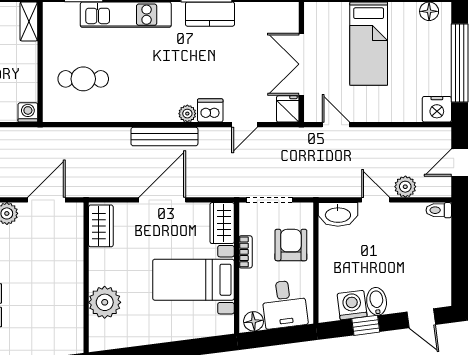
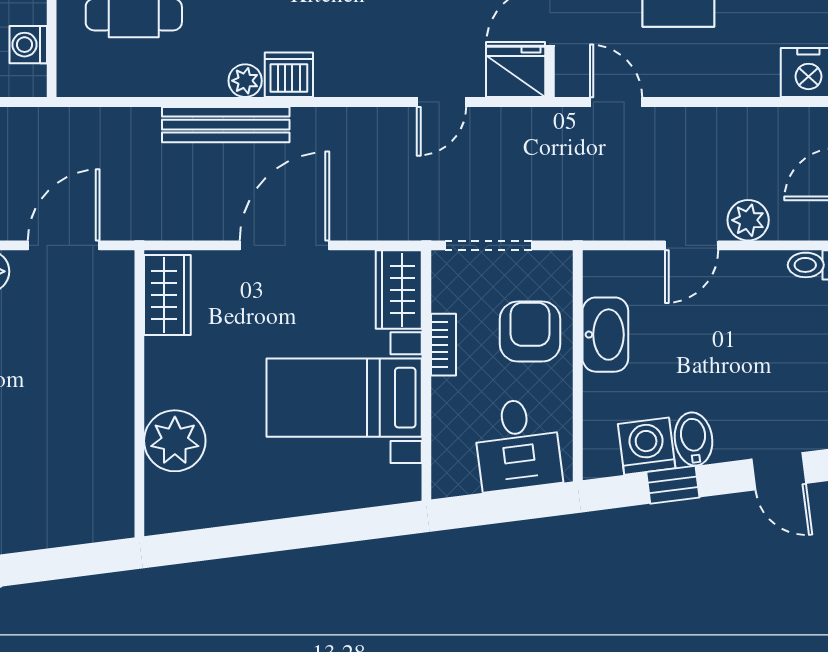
fridge: (288, 109) -> (516, 72), width x1.38
dishwasher: (210, 110) -> (289, 75), moved
washing machine: (28, 112) -> (28, 45), moved, turned -90
plant: (187, 114) -> (245, 81), moved
bench: (164, 137) -> (226, 125), moved
door: (376, 200) -> (692, 245), swing flipped
washbasin: (338, 214) -> (605, 335), moved, turned -90
floor lamp: (254, 321) -> (459, 477), removed

